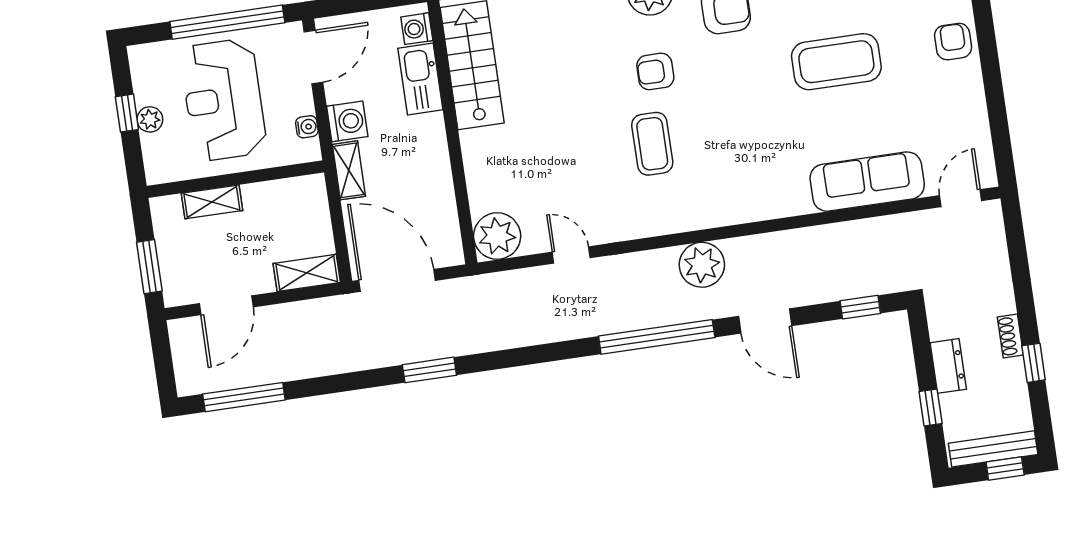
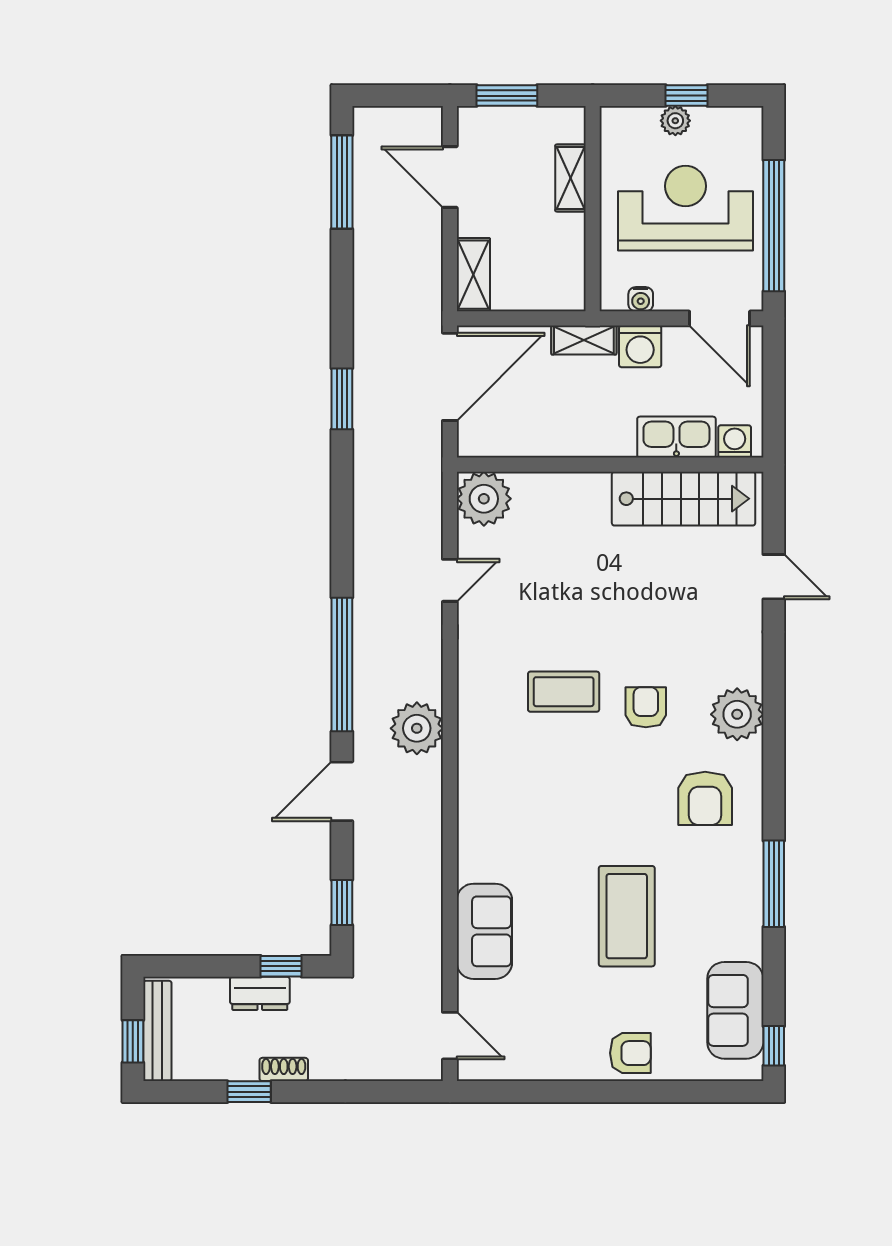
sofa: (867, 182) -> (484, 931), width x0.73
window: (931, 407) -> (281, 966), moved

